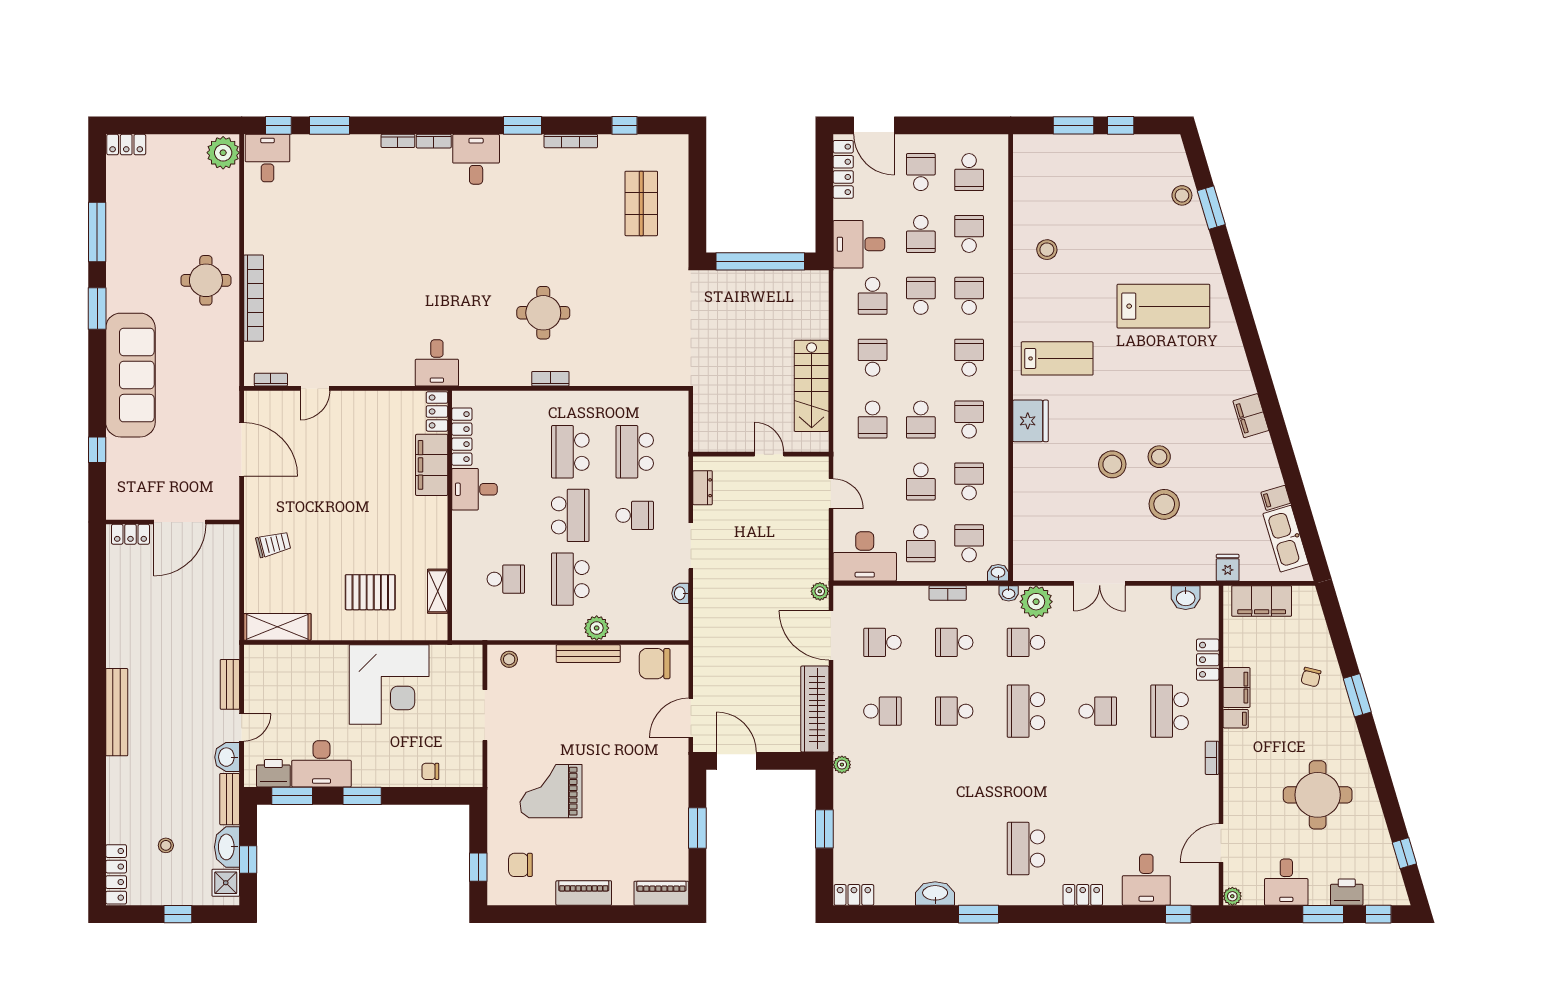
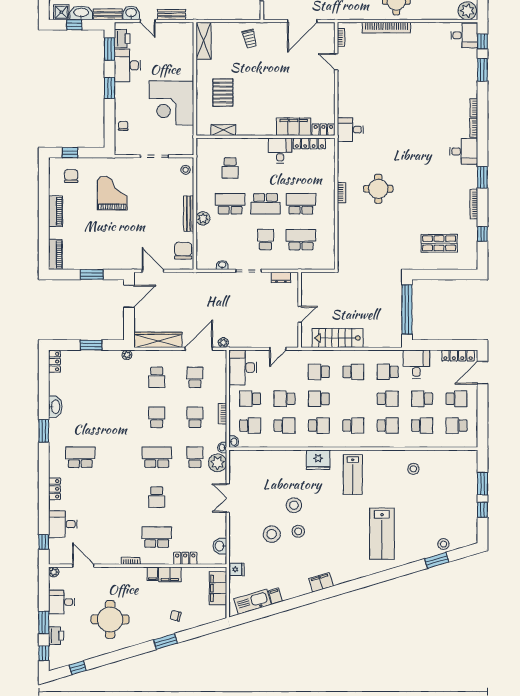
school desk: (635, 515) -> (266, 240), turned 180

